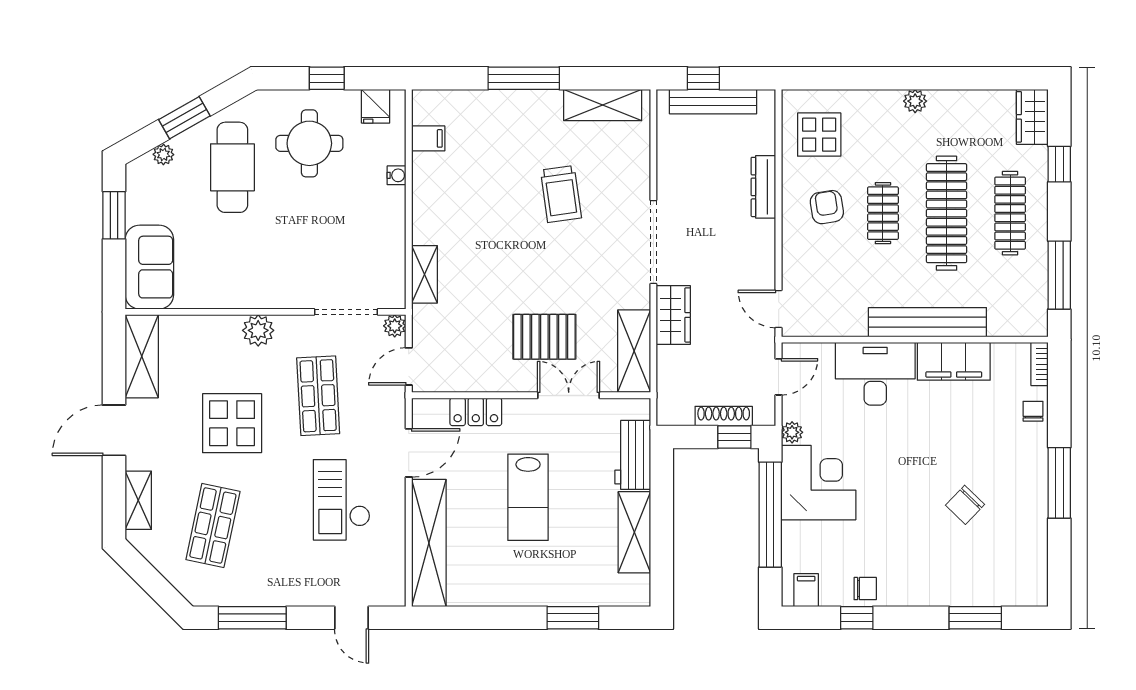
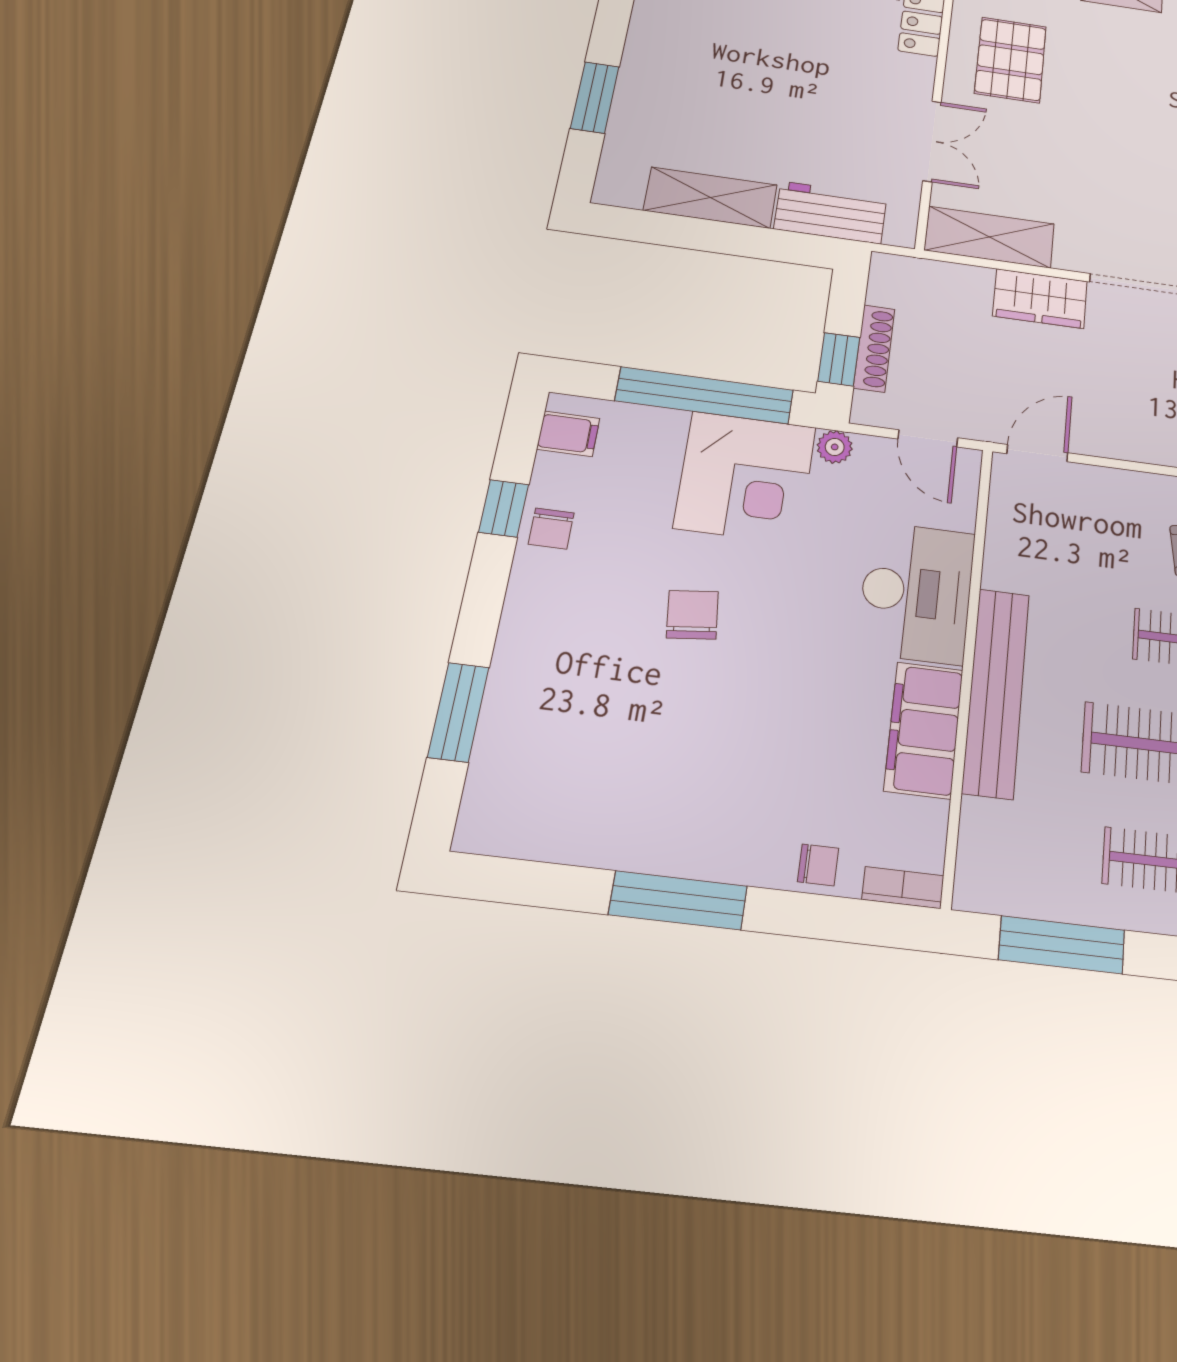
pallet: (544, 337) -> (1011, 60), moved
lab bench: (528, 497) -> (787, 68), removed
chair: (965, 505) -> (692, 615), moved, turned 40

